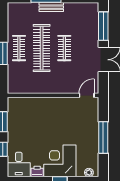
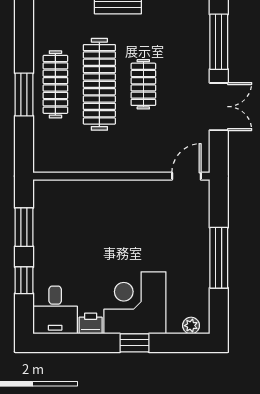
clothes rail: (19, 48) -> (55, 84), width x1.36

